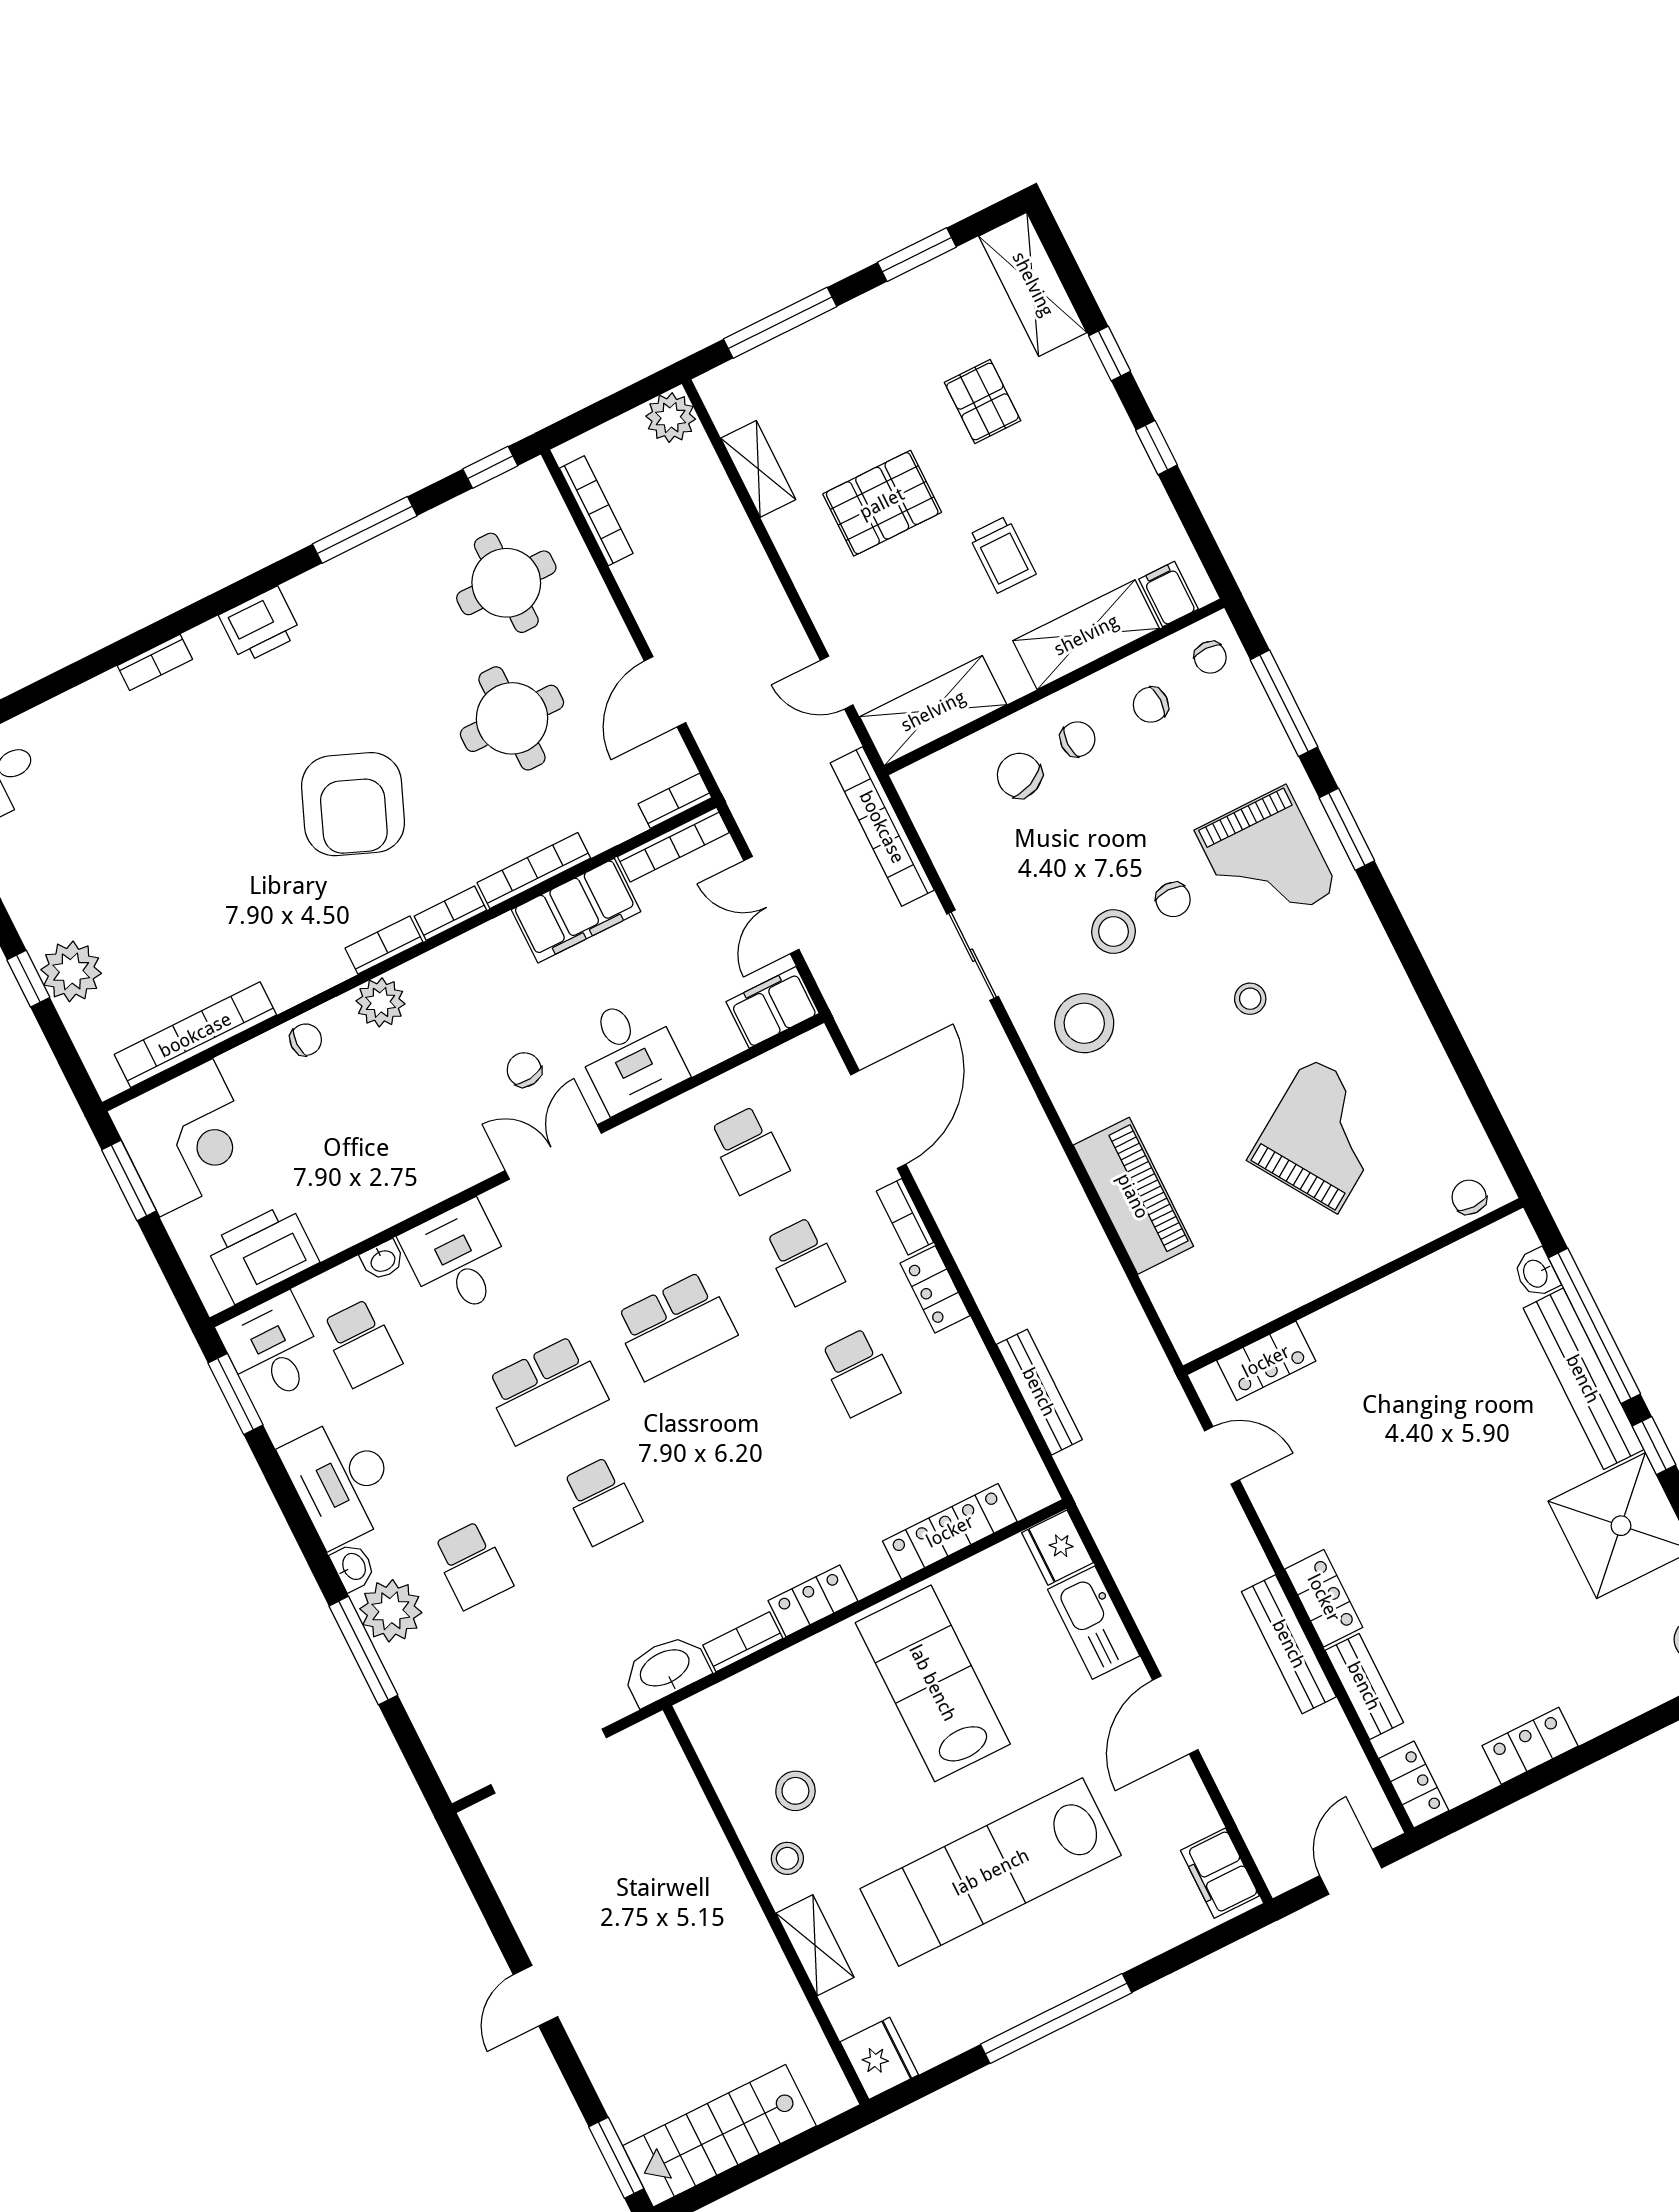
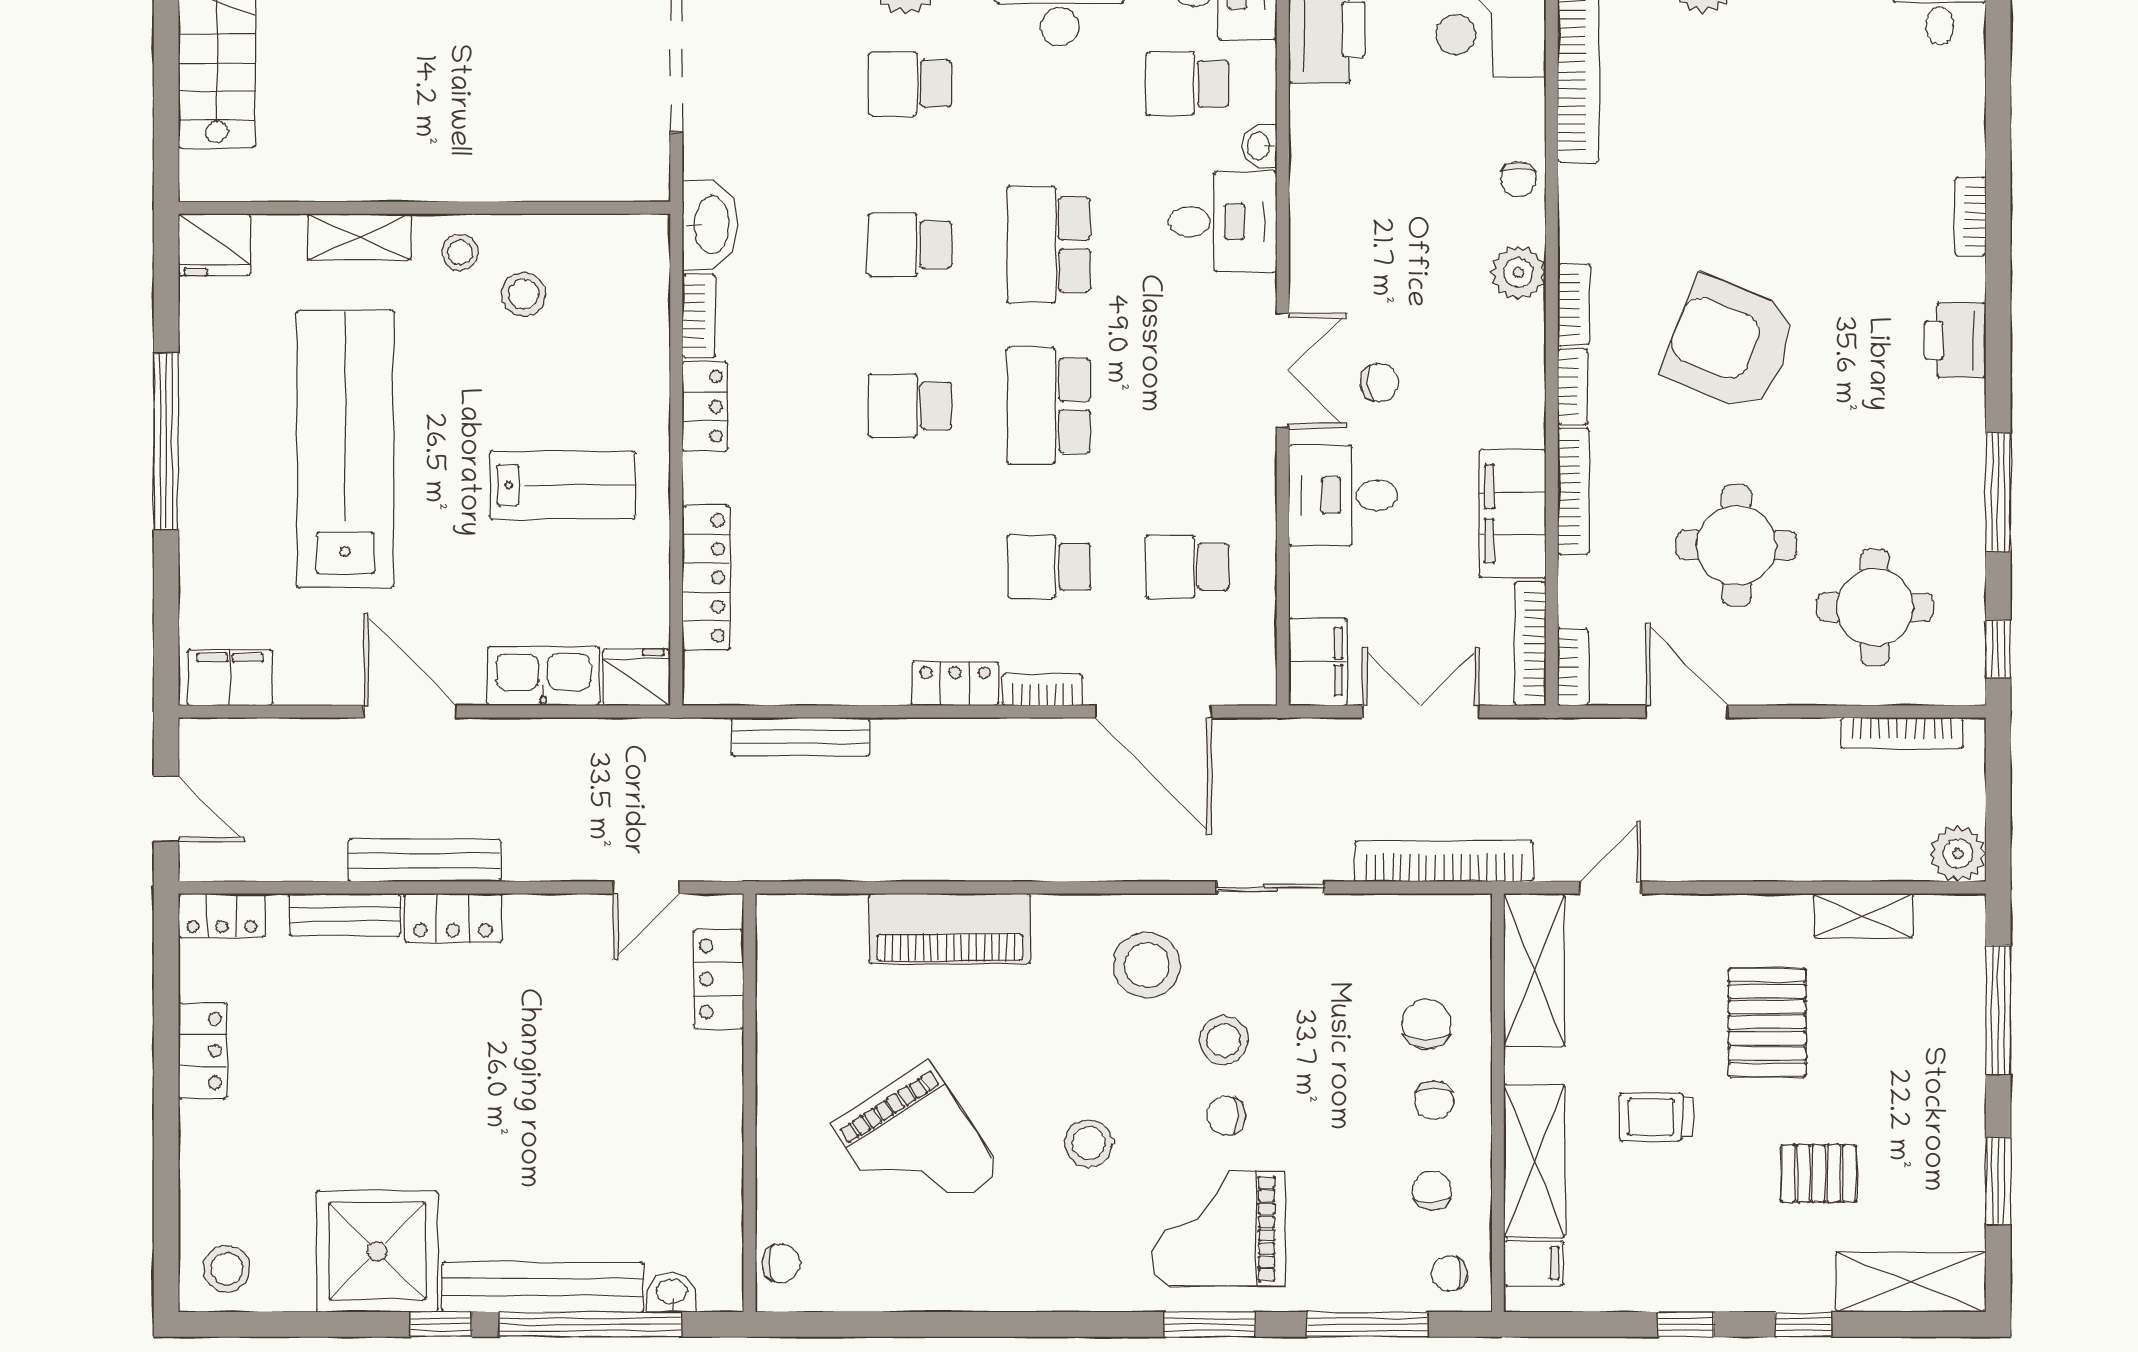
chair: (1019, 775) -> (1427, 1024), turned -66
stool: (1250, 999) -> (1089, 1143), width x1.37, depth x1.37
school desk: (859, 1372) -> (910, 406), moved
lab bench: (933, 1683) -> (563, 485), width x0.73, depth x0.72

